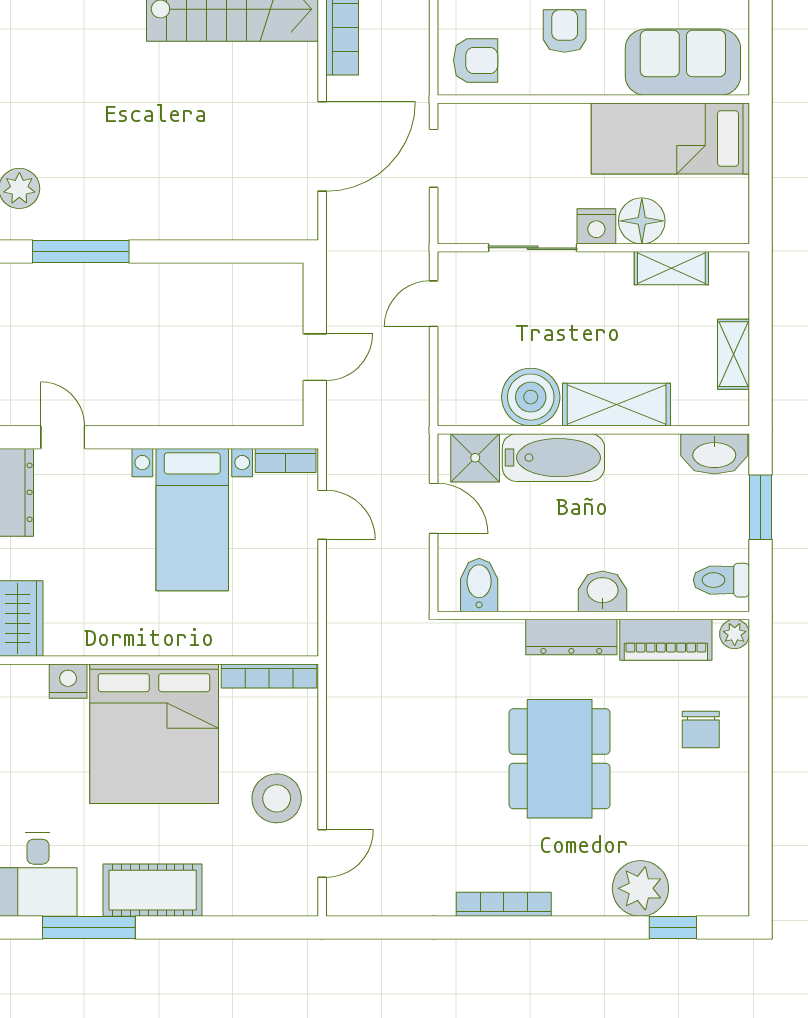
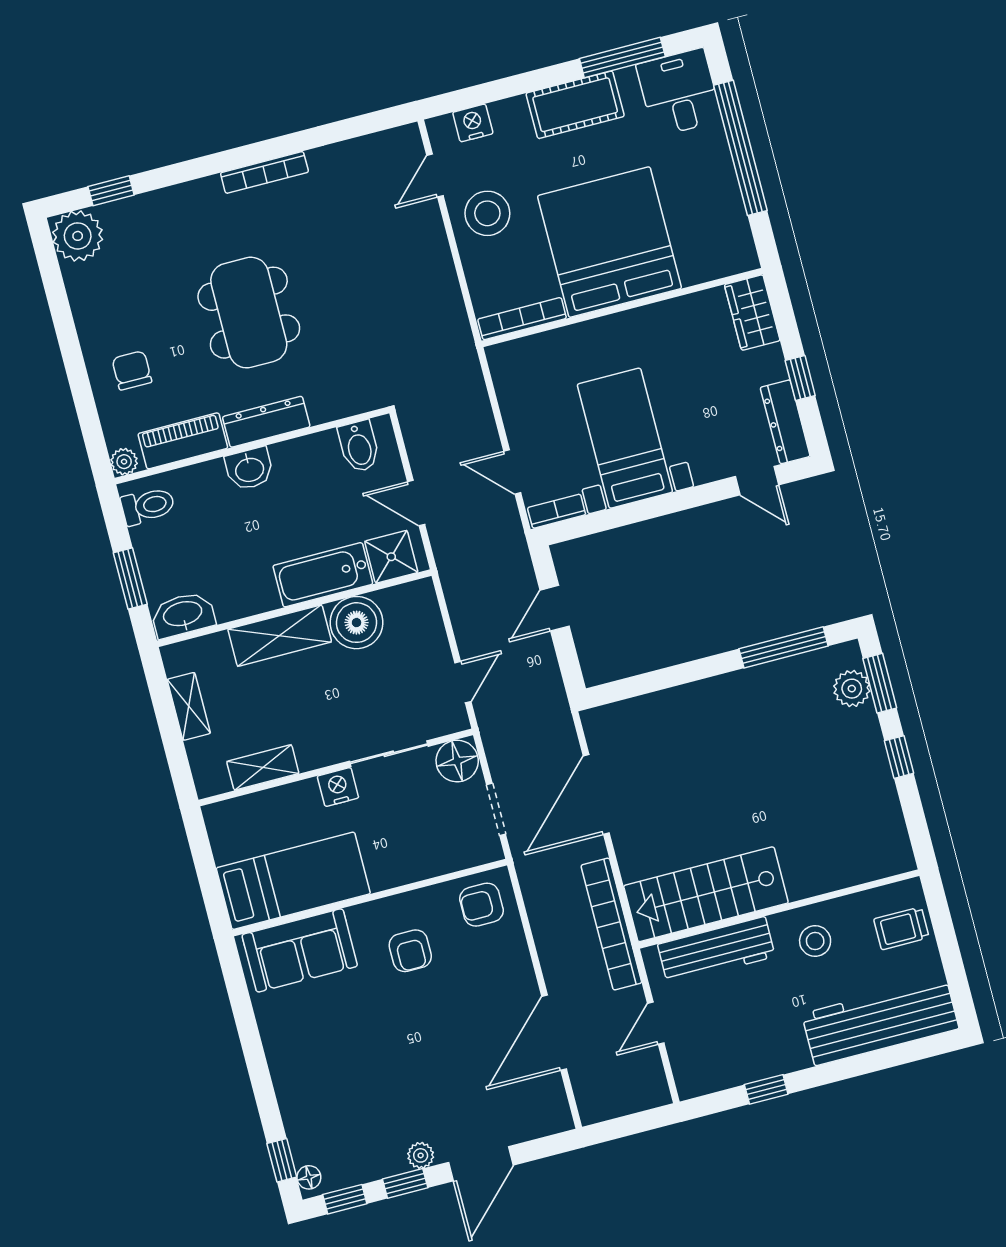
floor lamp: (642, 221) -> (457, 761), moved
nightstand: (68, 681) -> (473, 123), moved, turned 180
plant: (640, 888) -> (78, 236), moved

